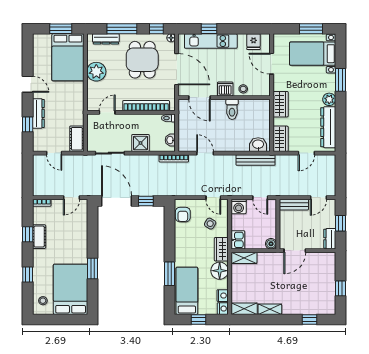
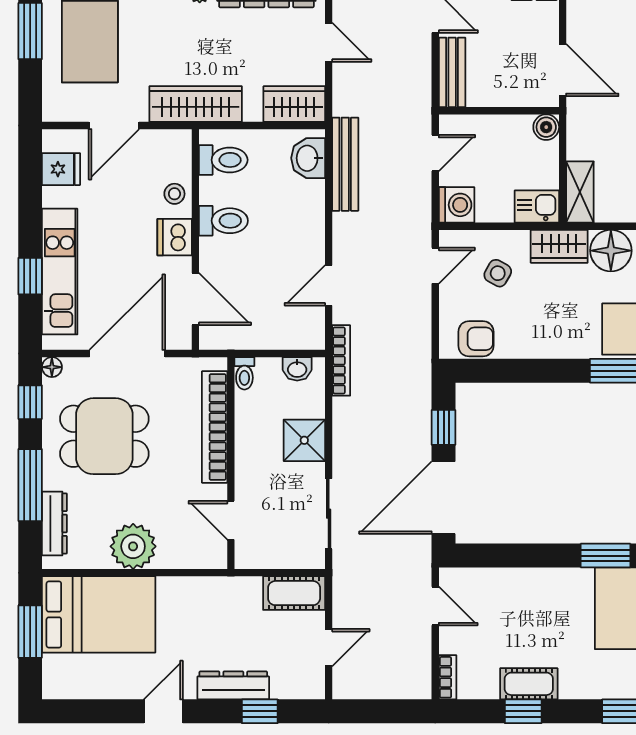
door: (199, 98) -> (195, 299), hinge flipped
wardrobe: (281, 104) -> (196, 104), width x1.50
toilet: (257, 109) -> (223, 160), added

